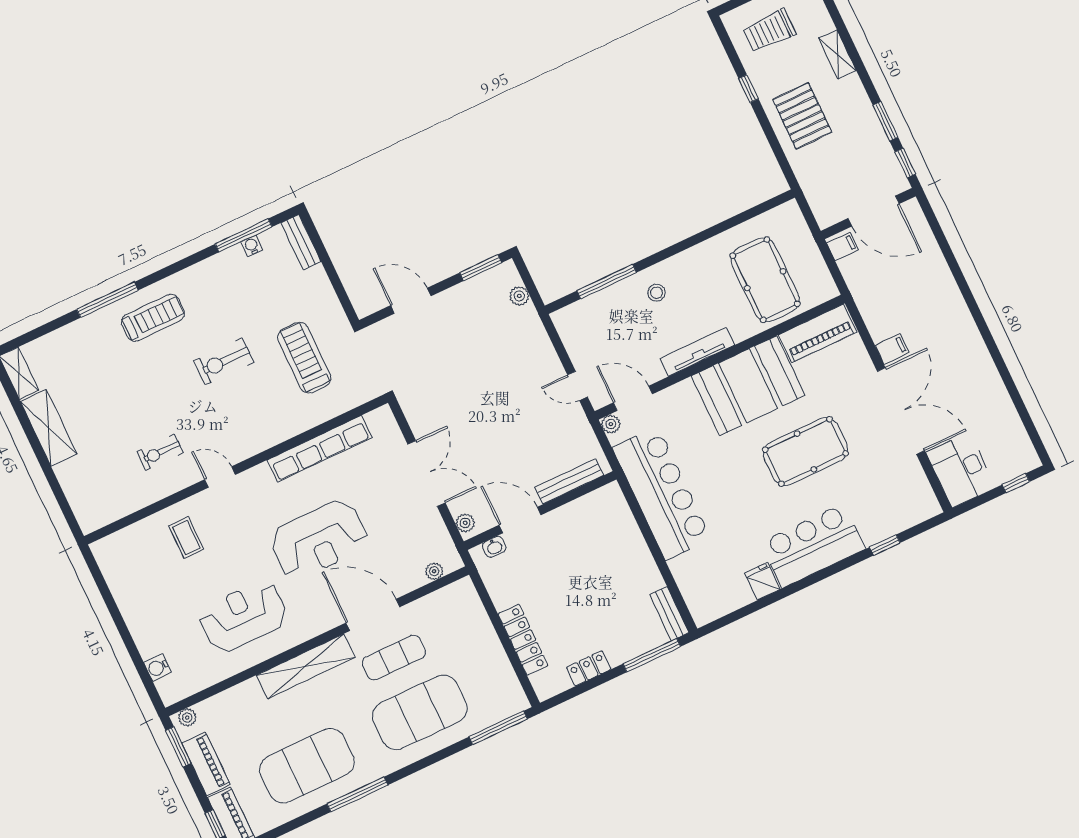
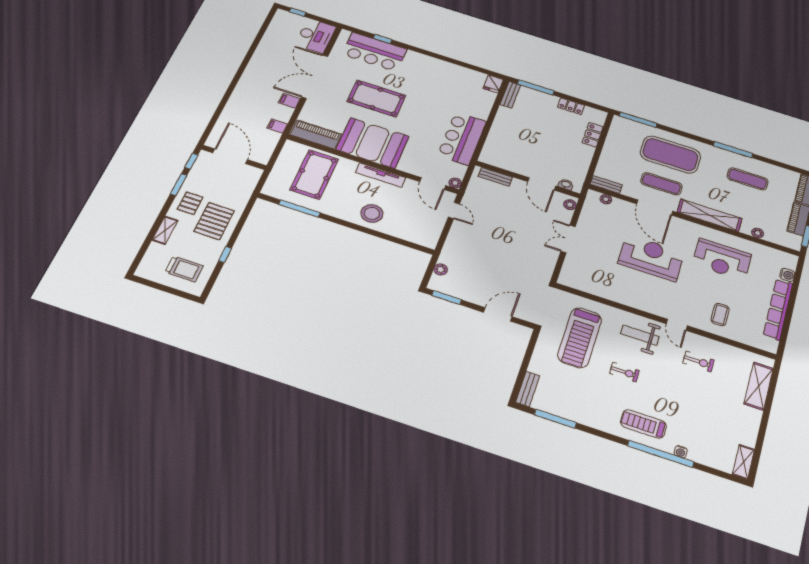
pallet: (849, 112) -> (190, 203), added
water cooler: (252, 246) -> (681, 452), moved
filing cabinet: (842, 246) -> (277, 126), moved
window: (607, 282) -> (299, 209), moved
stool: (656, 293) -> (372, 213), width x1.89, depth x1.89
window: (107, 300) -> (661, 454), width x1.46
door: (411, 301) -> (498, 314), swing flipped
treadmill: (304, 358) -> (580, 338), width x1.37, depth x1.38
exercise bike: (224, 361) -> (624, 372), width x0.73, depth x0.72
weight bench: (246, 424) -> (640, 335), added
shelving: (49, 428) -> (759, 386), moved
row of seats: (319, 449) -> (778, 309), moved, turned -90
double door: (426, 474) -> (568, 239), width x0.73
bench: (569, 481) -> (495, 177), width x0.73
bar counter: (662, 493) -> (462, 138), width x0.73
bar counter: (813, 546) -> (374, 52), moved
fridge: (762, 581) -> (493, 84), moved
bench: (452, 593) -> (606, 185), added
locker: (523, 640) -> (593, 135), width x0.66
plant: (187, 718) -> (758, 233), moved
exercise mat: (307, 766) -> (748, 179), width x0.50, depth x0.69

